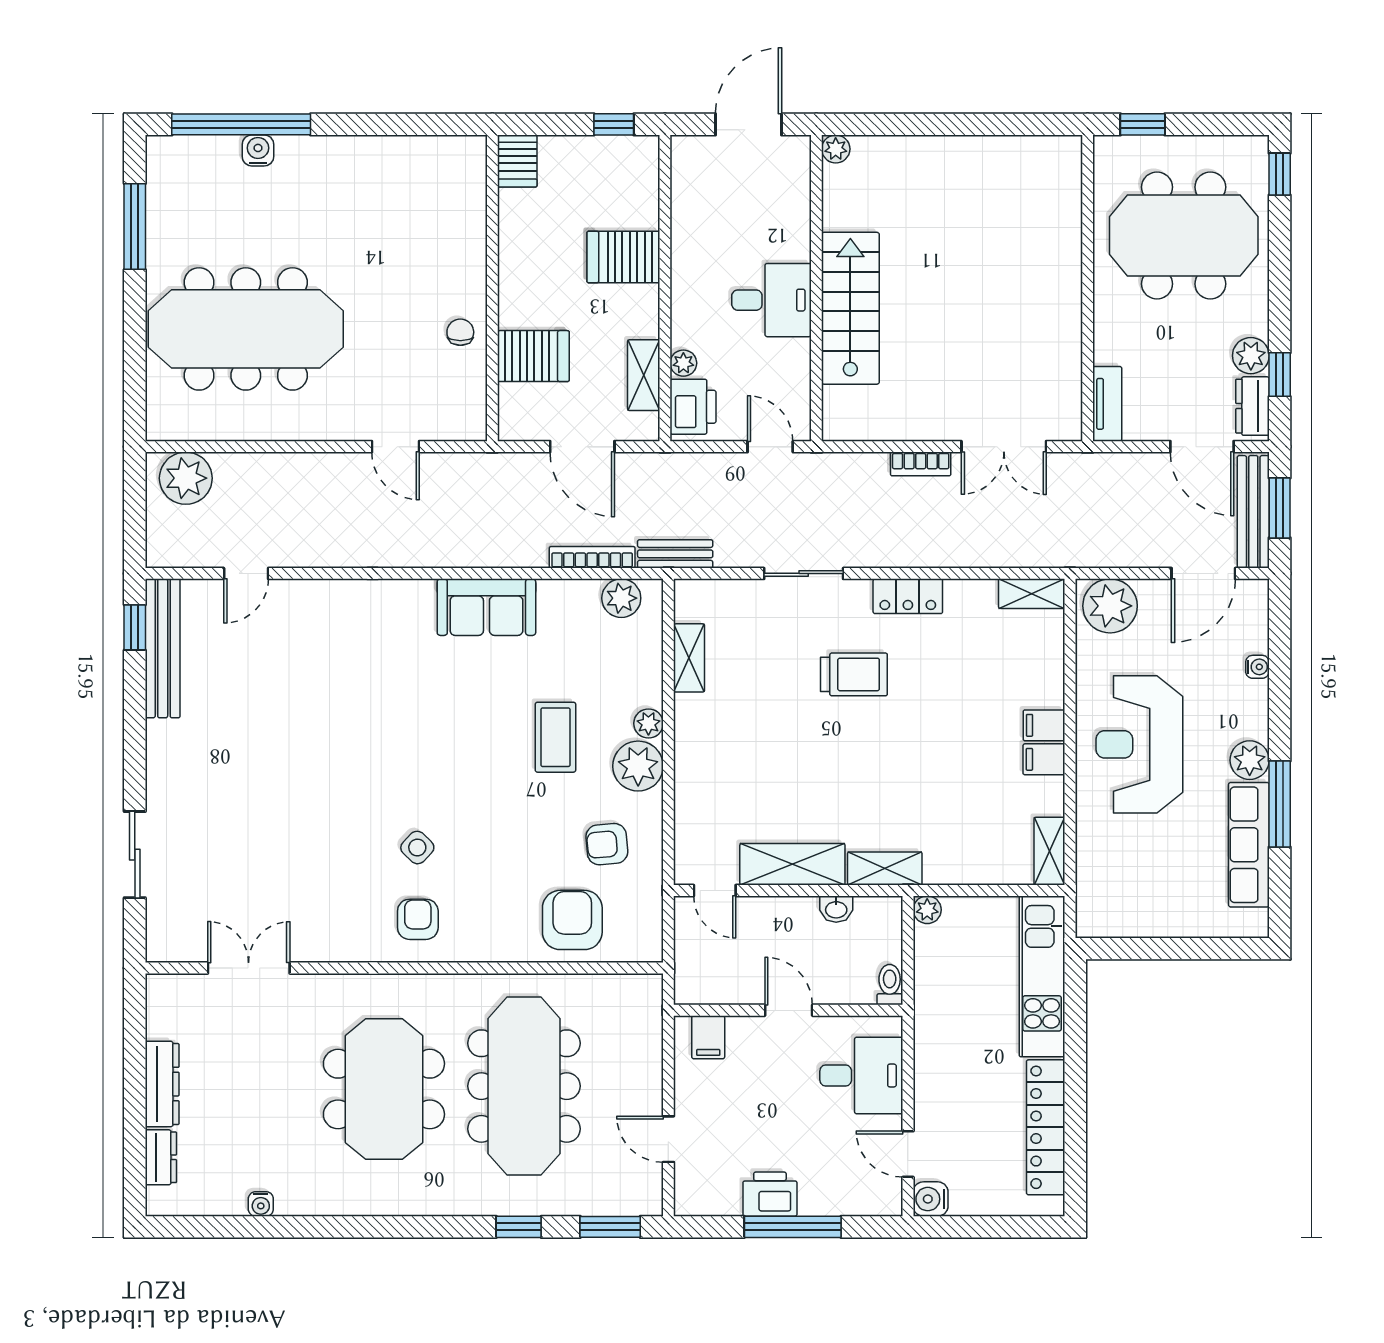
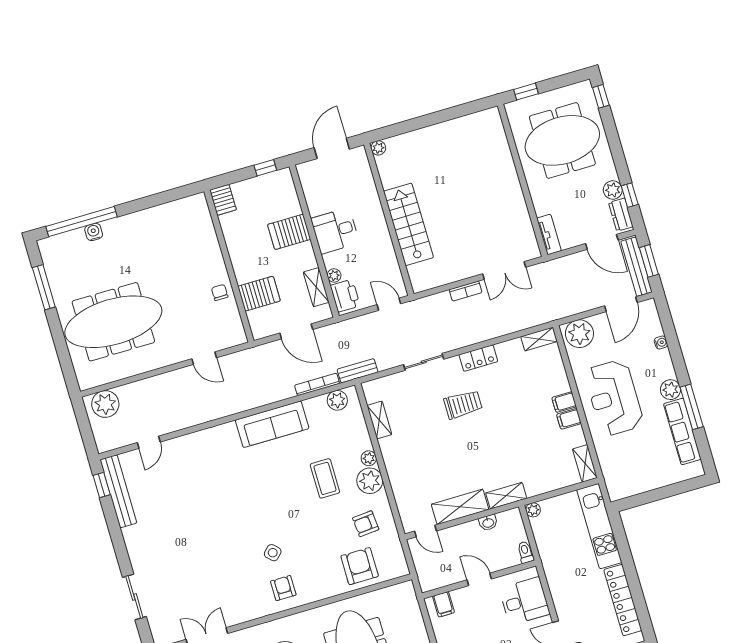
desk: (772, 300) -> (335, 231), moved, turned 180
sofa: (486, 607) -> (272, 424), width x1.36

